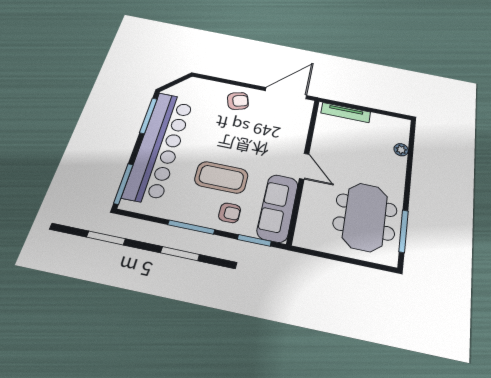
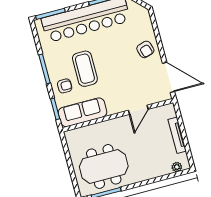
tv unit: (346, 113) -> (177, 135), moved
plant: (401, 150) -> (177, 167), moved
door: (304, 166) -> (138, 110), moved
armchair: (230, 213) -> (65, 86), turned -90

